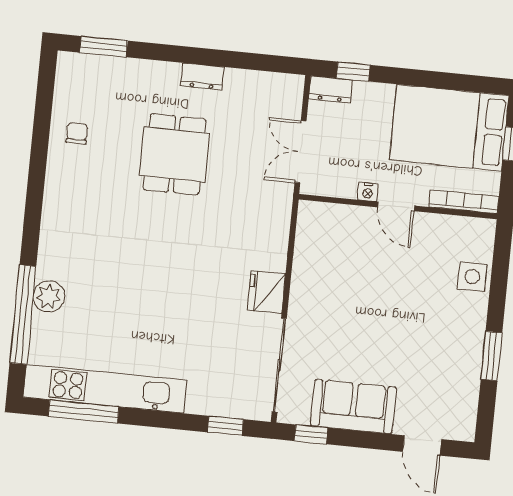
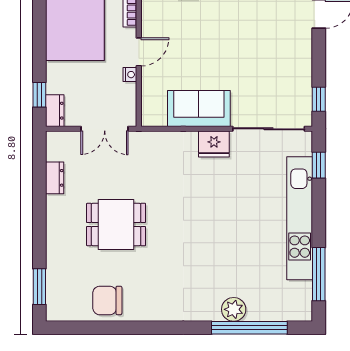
dresser: (202, 77) -> (55, 178), moved
chair: (77, 133) -> (107, 300), width x1.87, depth x1.87
kitchen unit: (105, 389) -> (300, 218), moved
sofa: (353, 406) -> (199, 109), moved, turned 90

